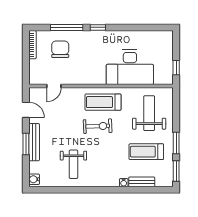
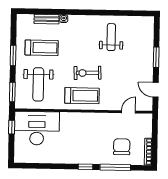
chair: (60, 49) -> (122, 147), turned 180
desk: (130, 67) -> (37, 128), moved
bench: (34, 142) -> (148, 59), removed
window: (176, 171) -> (12, 92), moved
water cooler: (34, 179) -> (149, 24), removed

